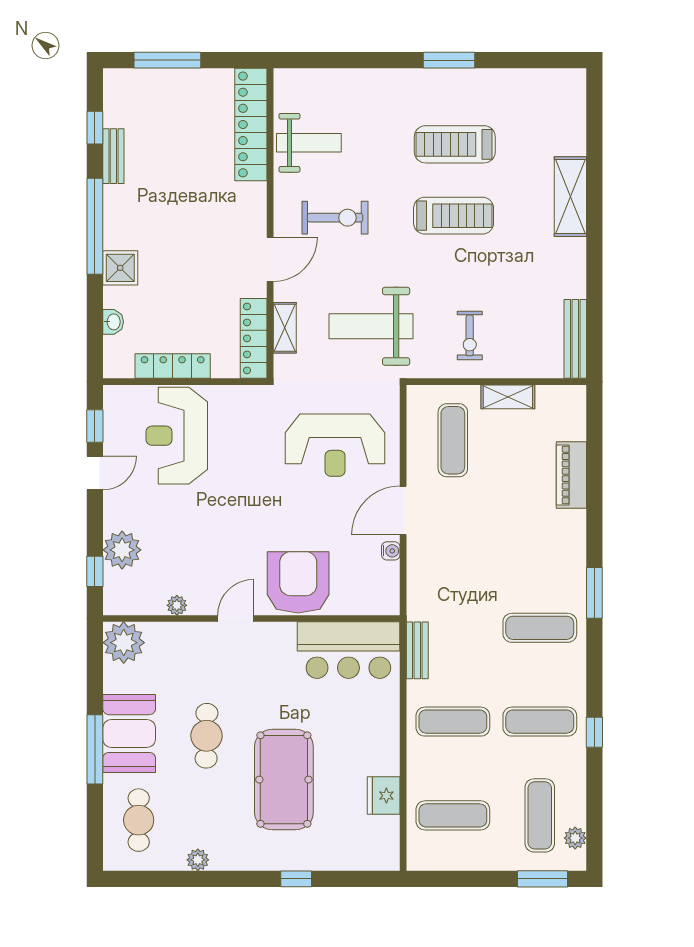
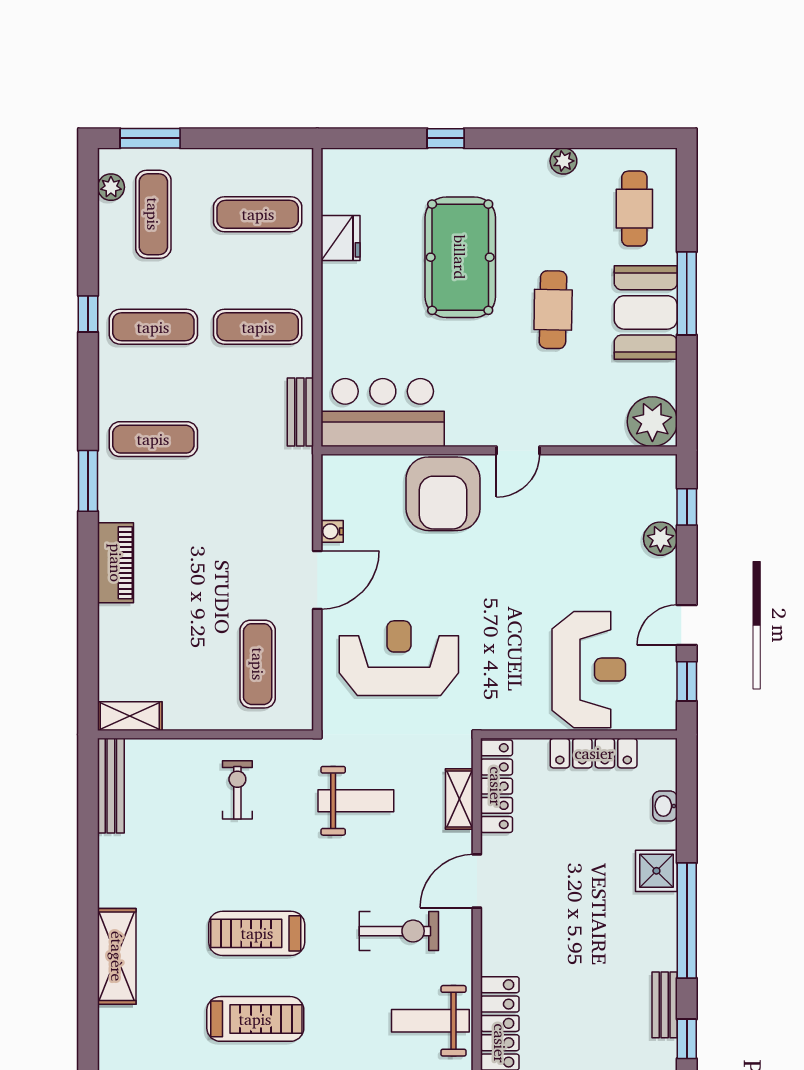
exercise bike: (335, 218) -> (399, 931), turned 180
weight bench: (371, 326) -> (356, 801), width x0.73, depth x0.75
shelving: (508, 397) -> (130, 716), moved
piano: (571, 475) -> (116, 563), moved
plant: (122, 550) -> (660, 539), width x0.73, depth x0.73
plant: (177, 605) -> (589, 466), removed

